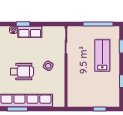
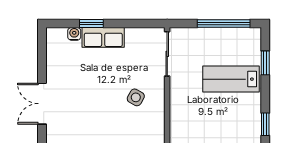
lab bench: (102, 55) -> (231, 79), turned -90
wheelchair: (22, 72) -> (89, 107), removed

